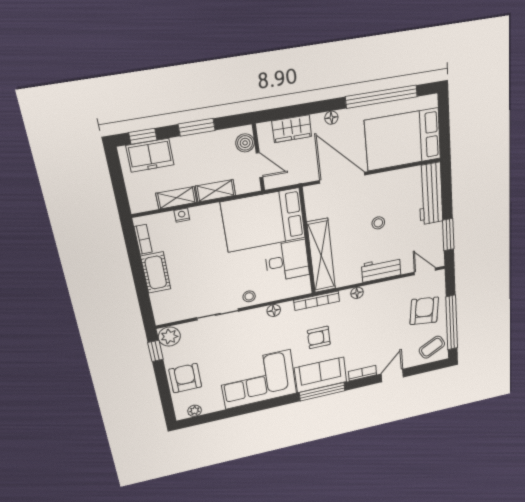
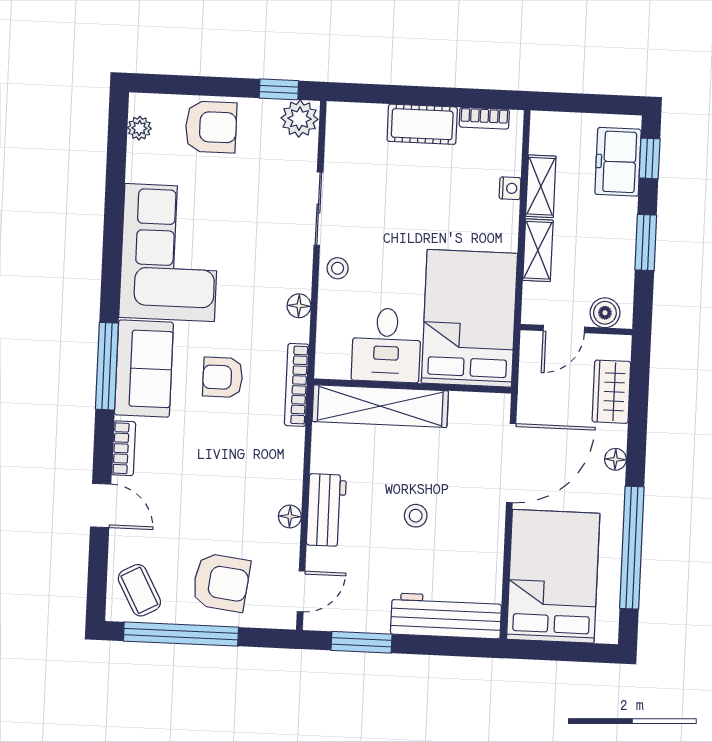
floor lamp: (357, 293) -> (290, 516), moved
armchair: (319, 337) -> (223, 377), turned -90

